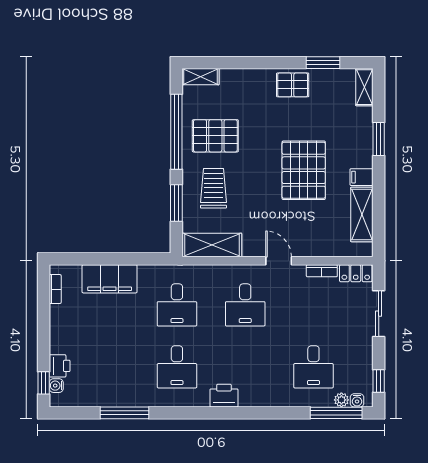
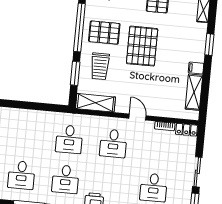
pallet: (304, 170) -> (142, 46), moved
trolley: (213, 188) -> (100, 66), turned 180
filing cabinet: (110, 279) -> (27, 118), removed
sliding door: (379, 314) -> (197, 172), moved
desk: (109, 367) -> (21, 175), added

